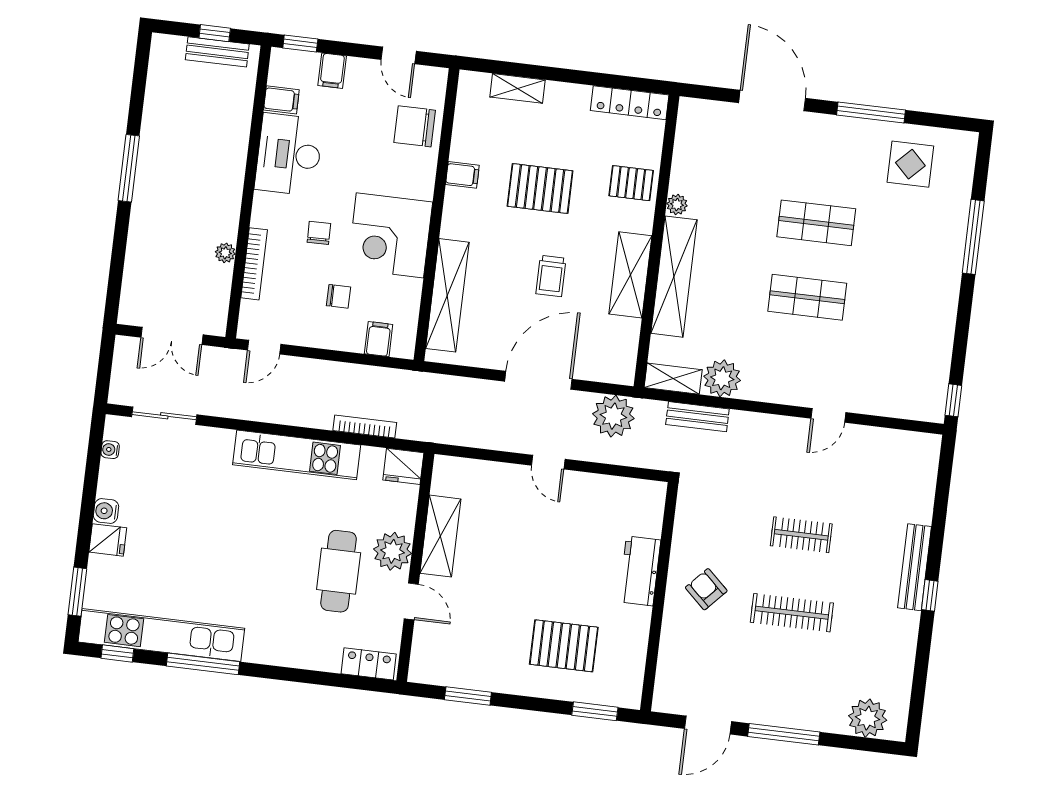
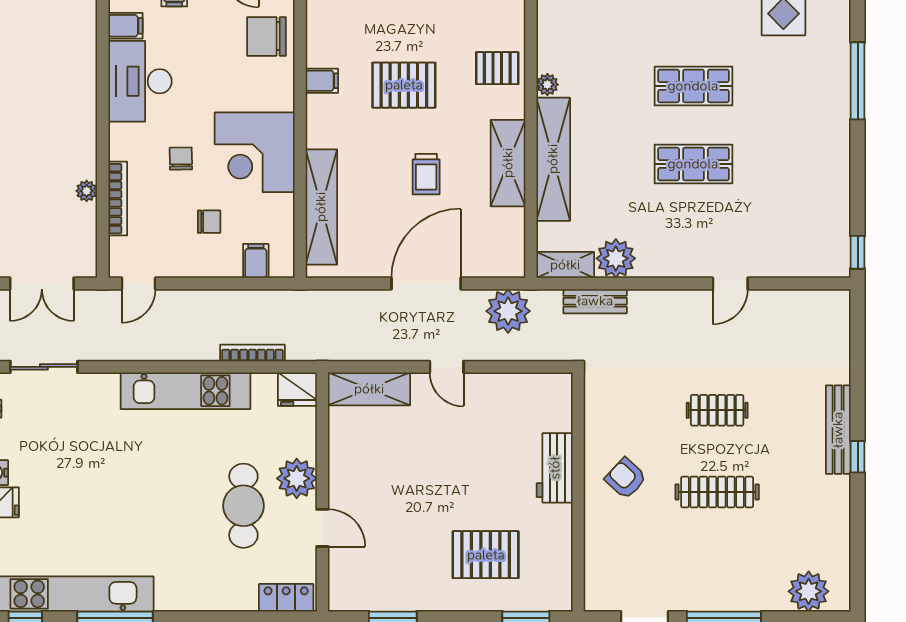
shelving: (440, 536) -> (369, 389), moved, turned 90

